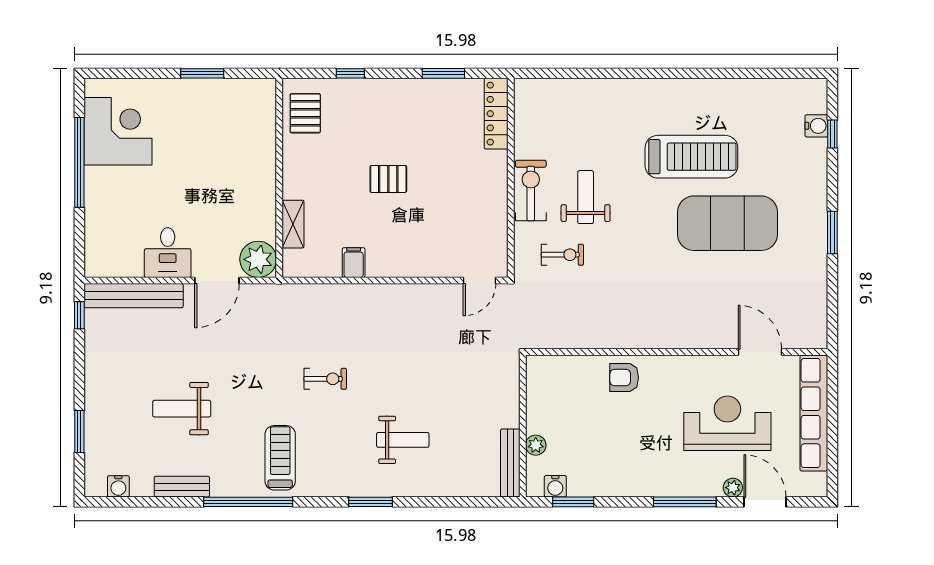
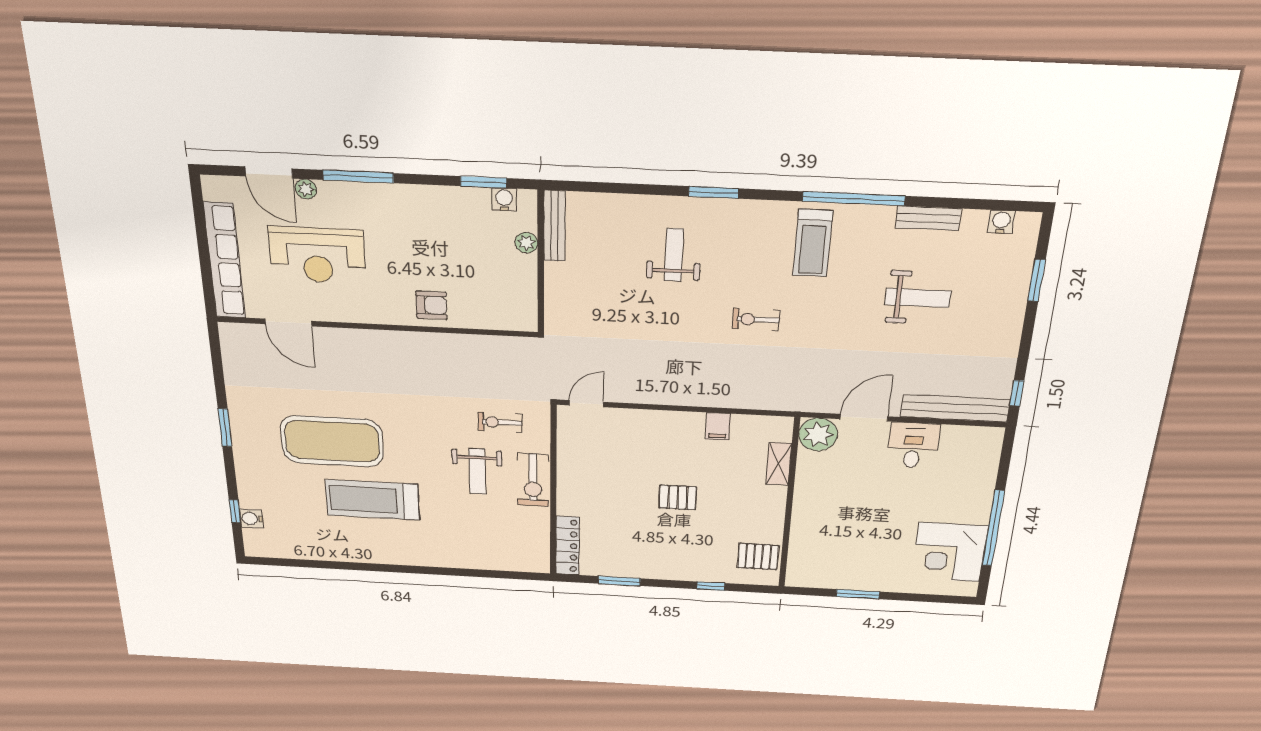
pallet: (305, 113) -> (758, 557), turned 90
weight bench: (403, 440) -> (674, 255), turned 90

